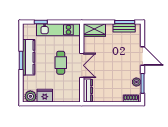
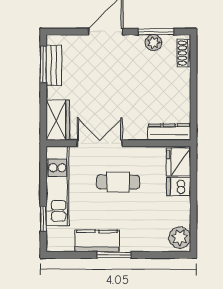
kitchen counter: (29, 57) -> (97, 241), width x0.67
double door: (82, 65) -> (100, 143), moved
fridge: (45, 96) -> (178, 162), moved
dishwasher: (58, 96) -> (179, 187), added

